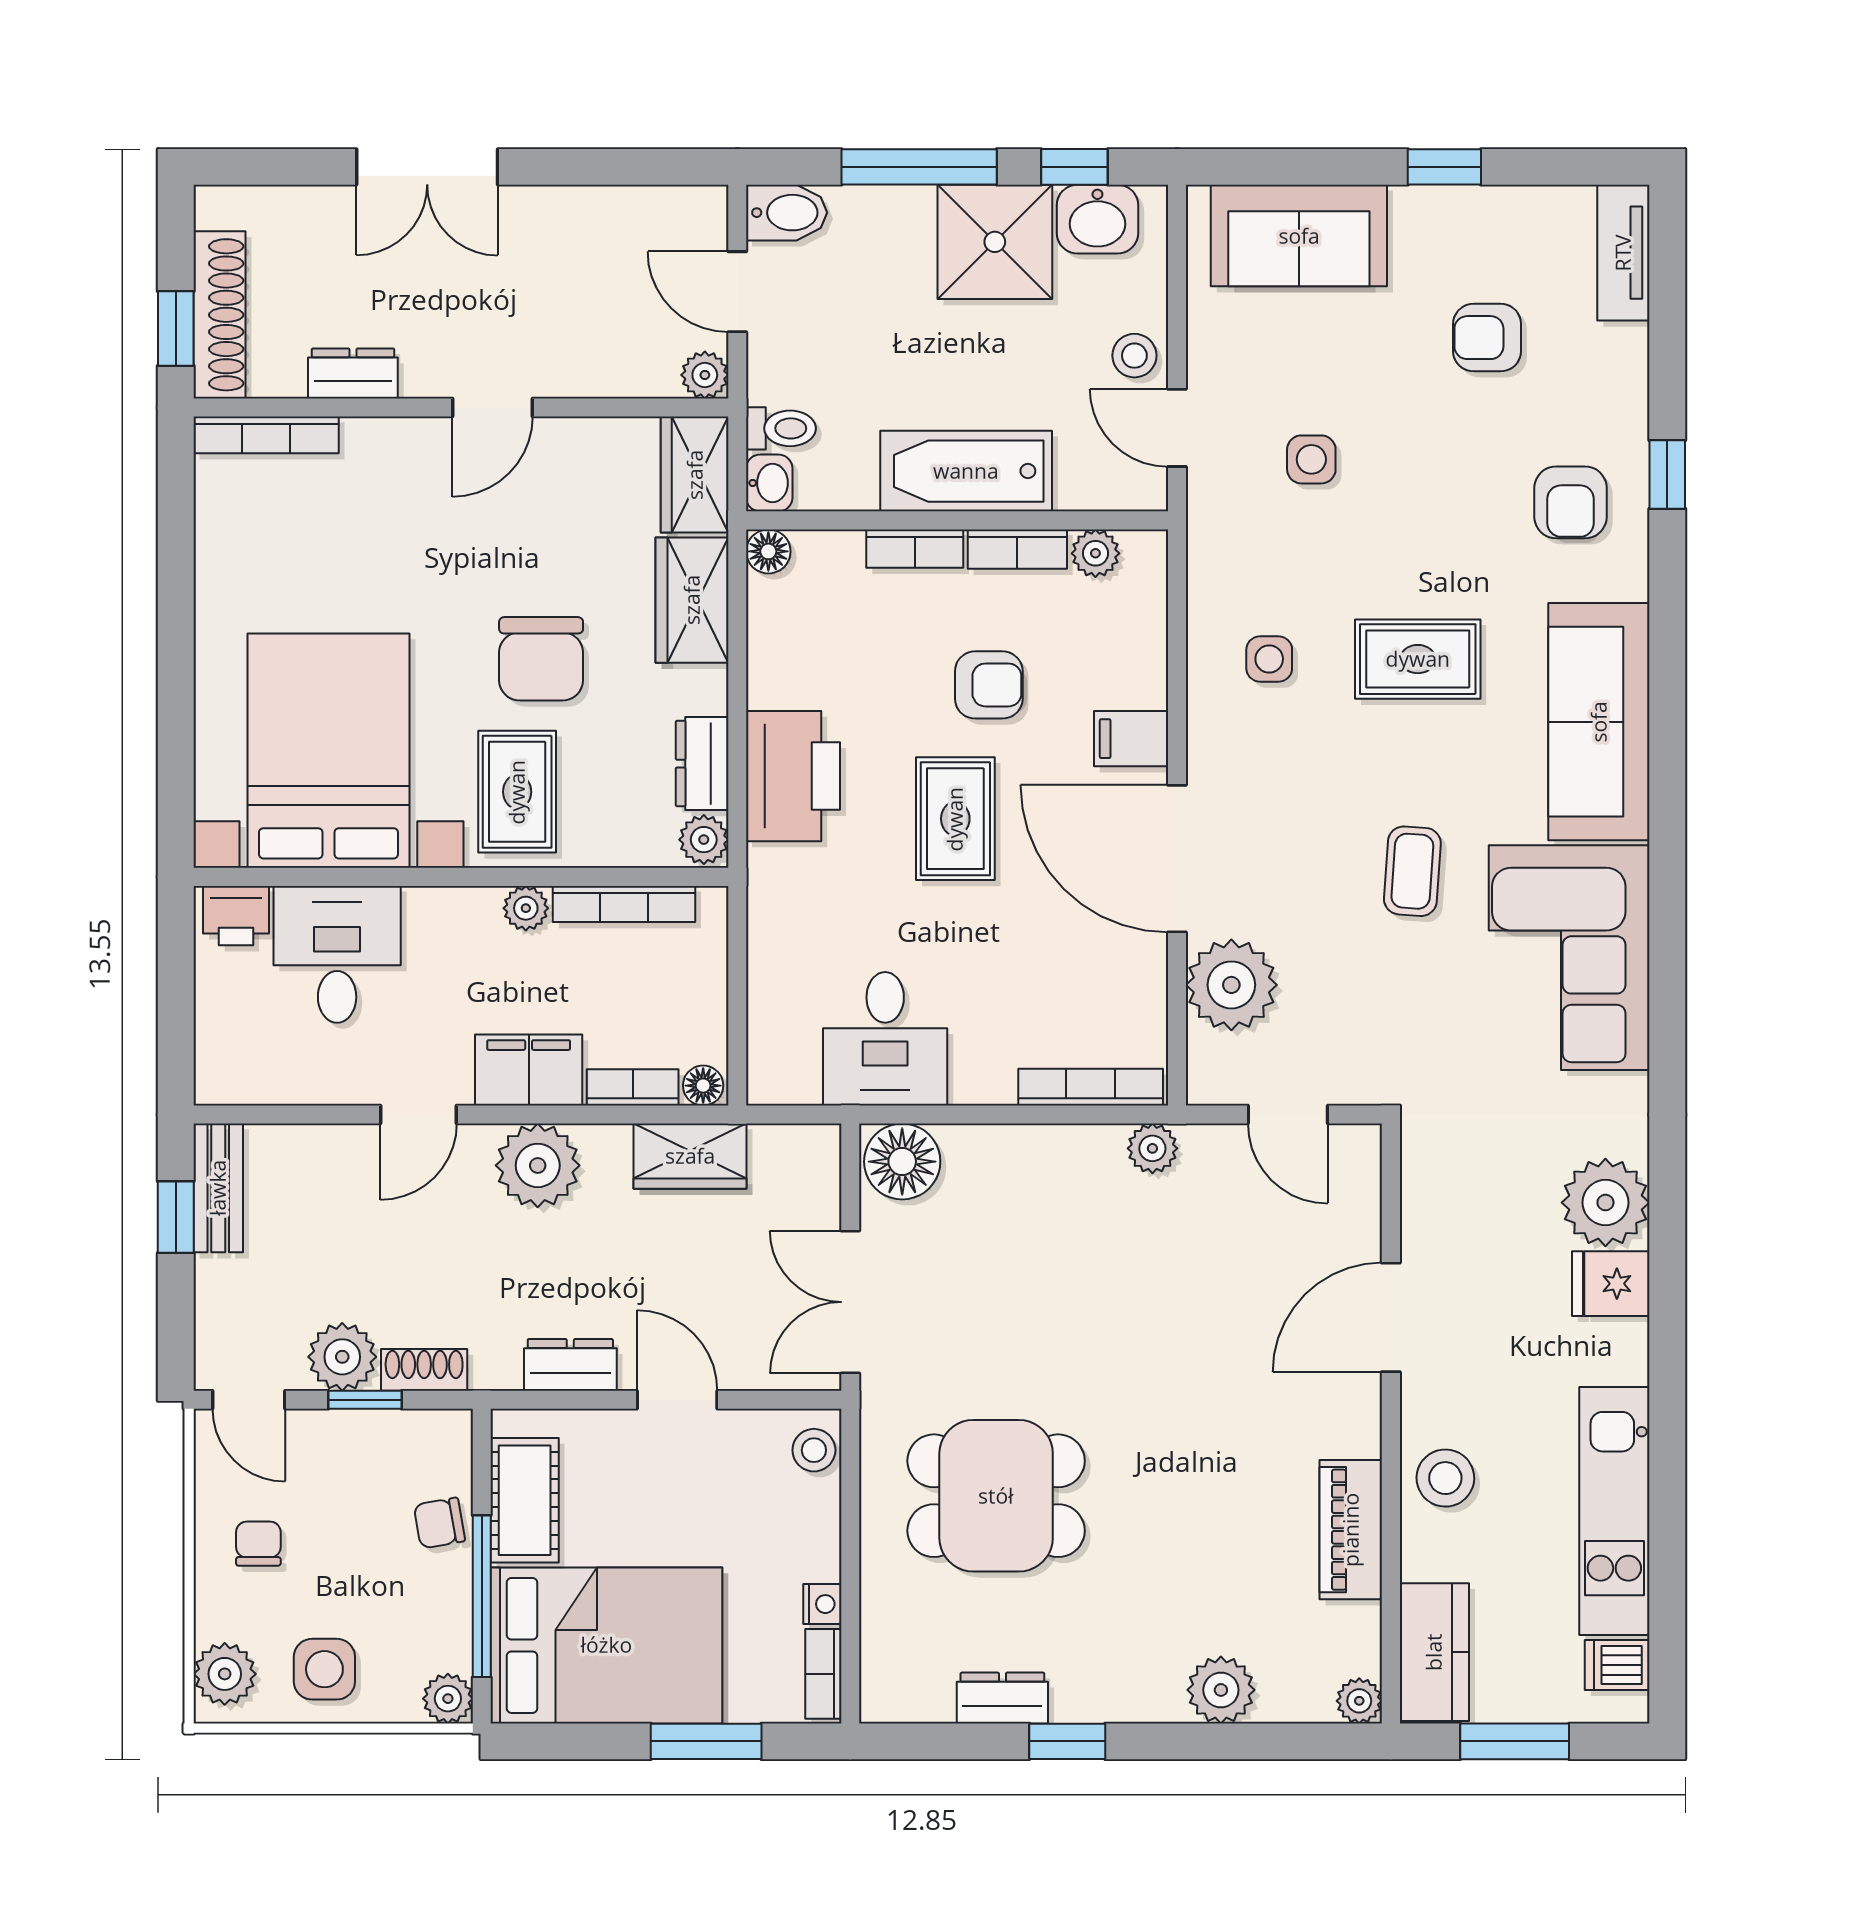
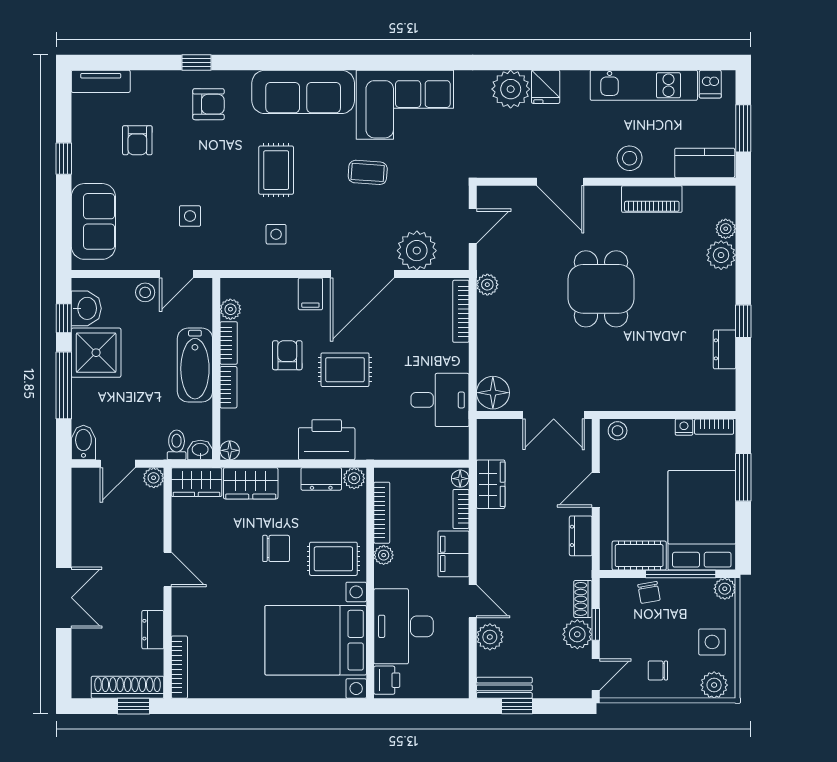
chair: (541, 659) -> (276, 548), width x0.73, depth x0.73
desk: (337, 954) -> (404, 626), width x1.37
plant: (538, 1165) -> (490, 637), moved, width x0.73, depth x0.73
dining table: (996, 1496) -> (601, 289), moved
plant: (1359, 1701) -> (726, 229), moved

